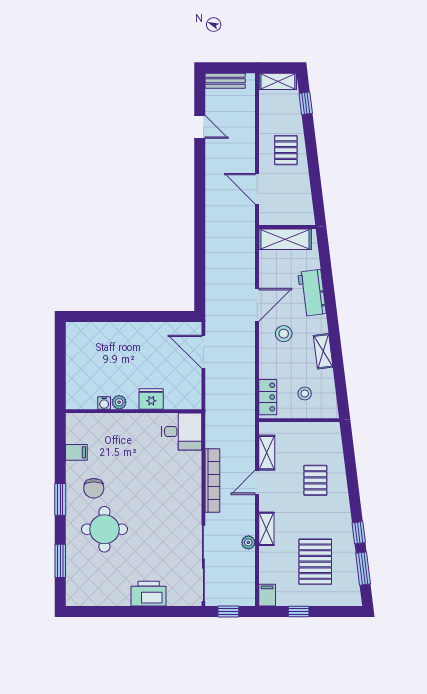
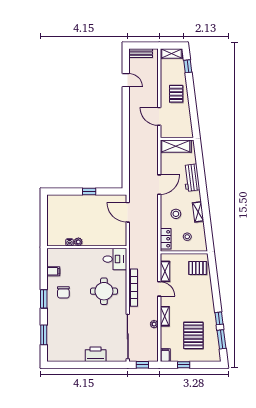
window: (137, 316) -> (89, 191), added
stool: (284, 334) -> (176, 214), moved
fridge: (151, 399) -> (97, 240), removed
pallet: (315, 480) -> (198, 268), moved, turned 90
door: (257, 482) -> (159, 289), swing flipped
round table: (104, 529) -> (104, 291), moved

